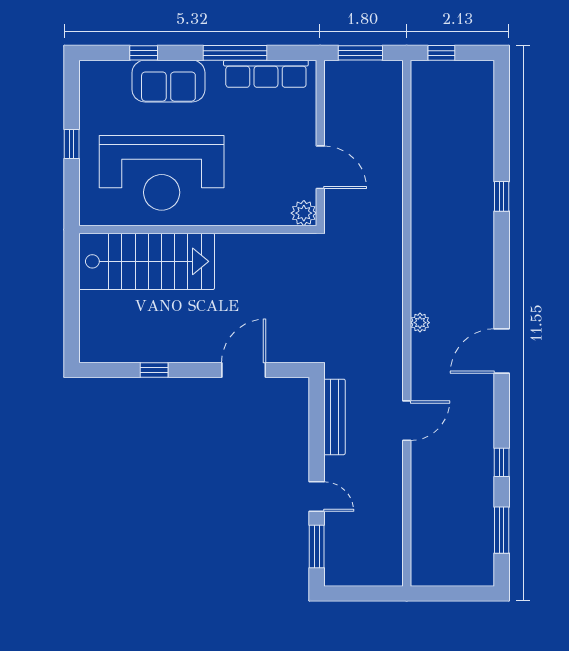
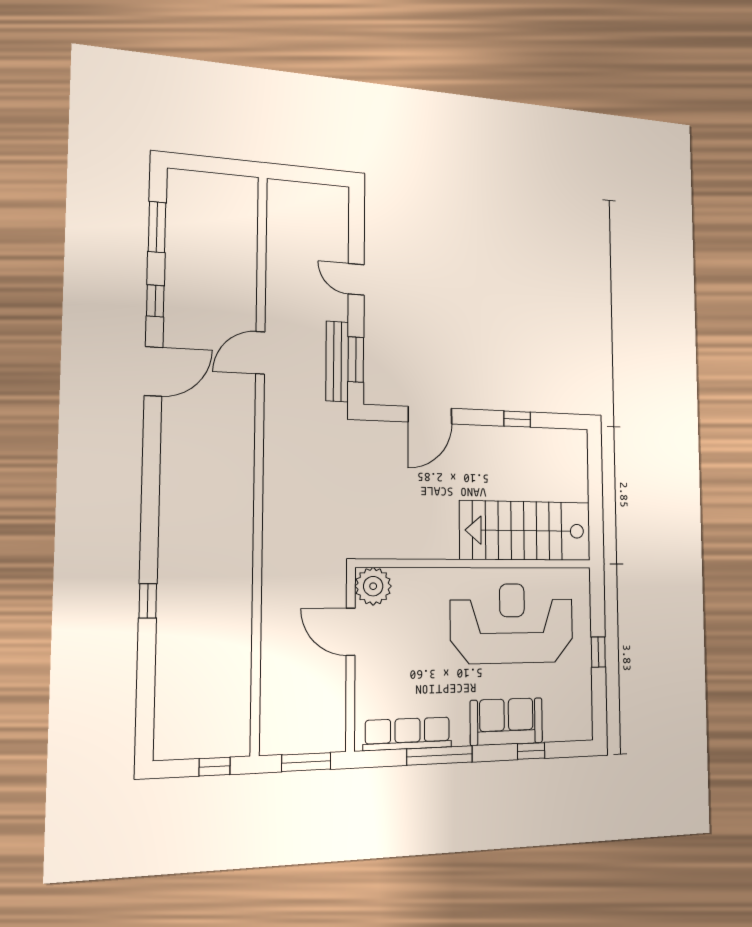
plant: (304, 213) -> (373, 586), width x1.36, depth x1.36
plant: (420, 323) -> (244, 459), removed
door: (502, 351) -> (153, 371), moved
window: (317, 546) -> (356, 360), moved

